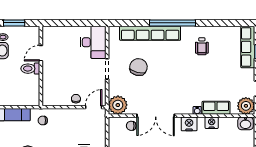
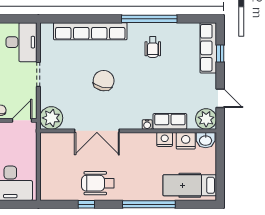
window: (172, 23) -> (149, 19), moved
chair: (138, 67) -> (104, 81), moved
nightstand: (189, 124) -> (186, 141), moved
chair: (131, 126) -> (67, 143), removed

